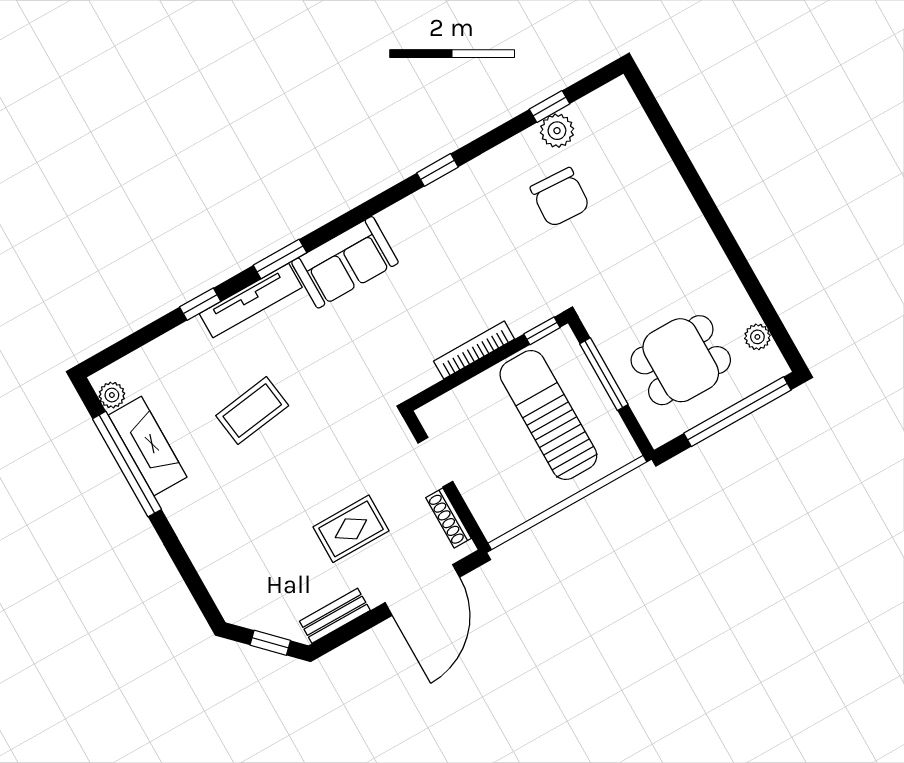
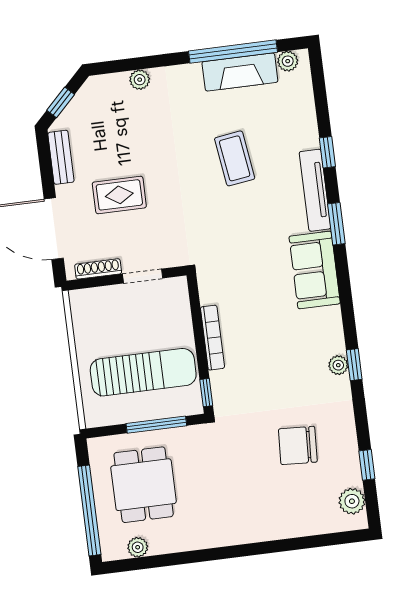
plant: (557, 131) -> (352, 501), moved
plant: (446, 188) -> (338, 365), added
rug: (351, 529) -> (119, 195), turned 90
plant: (205, 561) -> (140, 80), added

